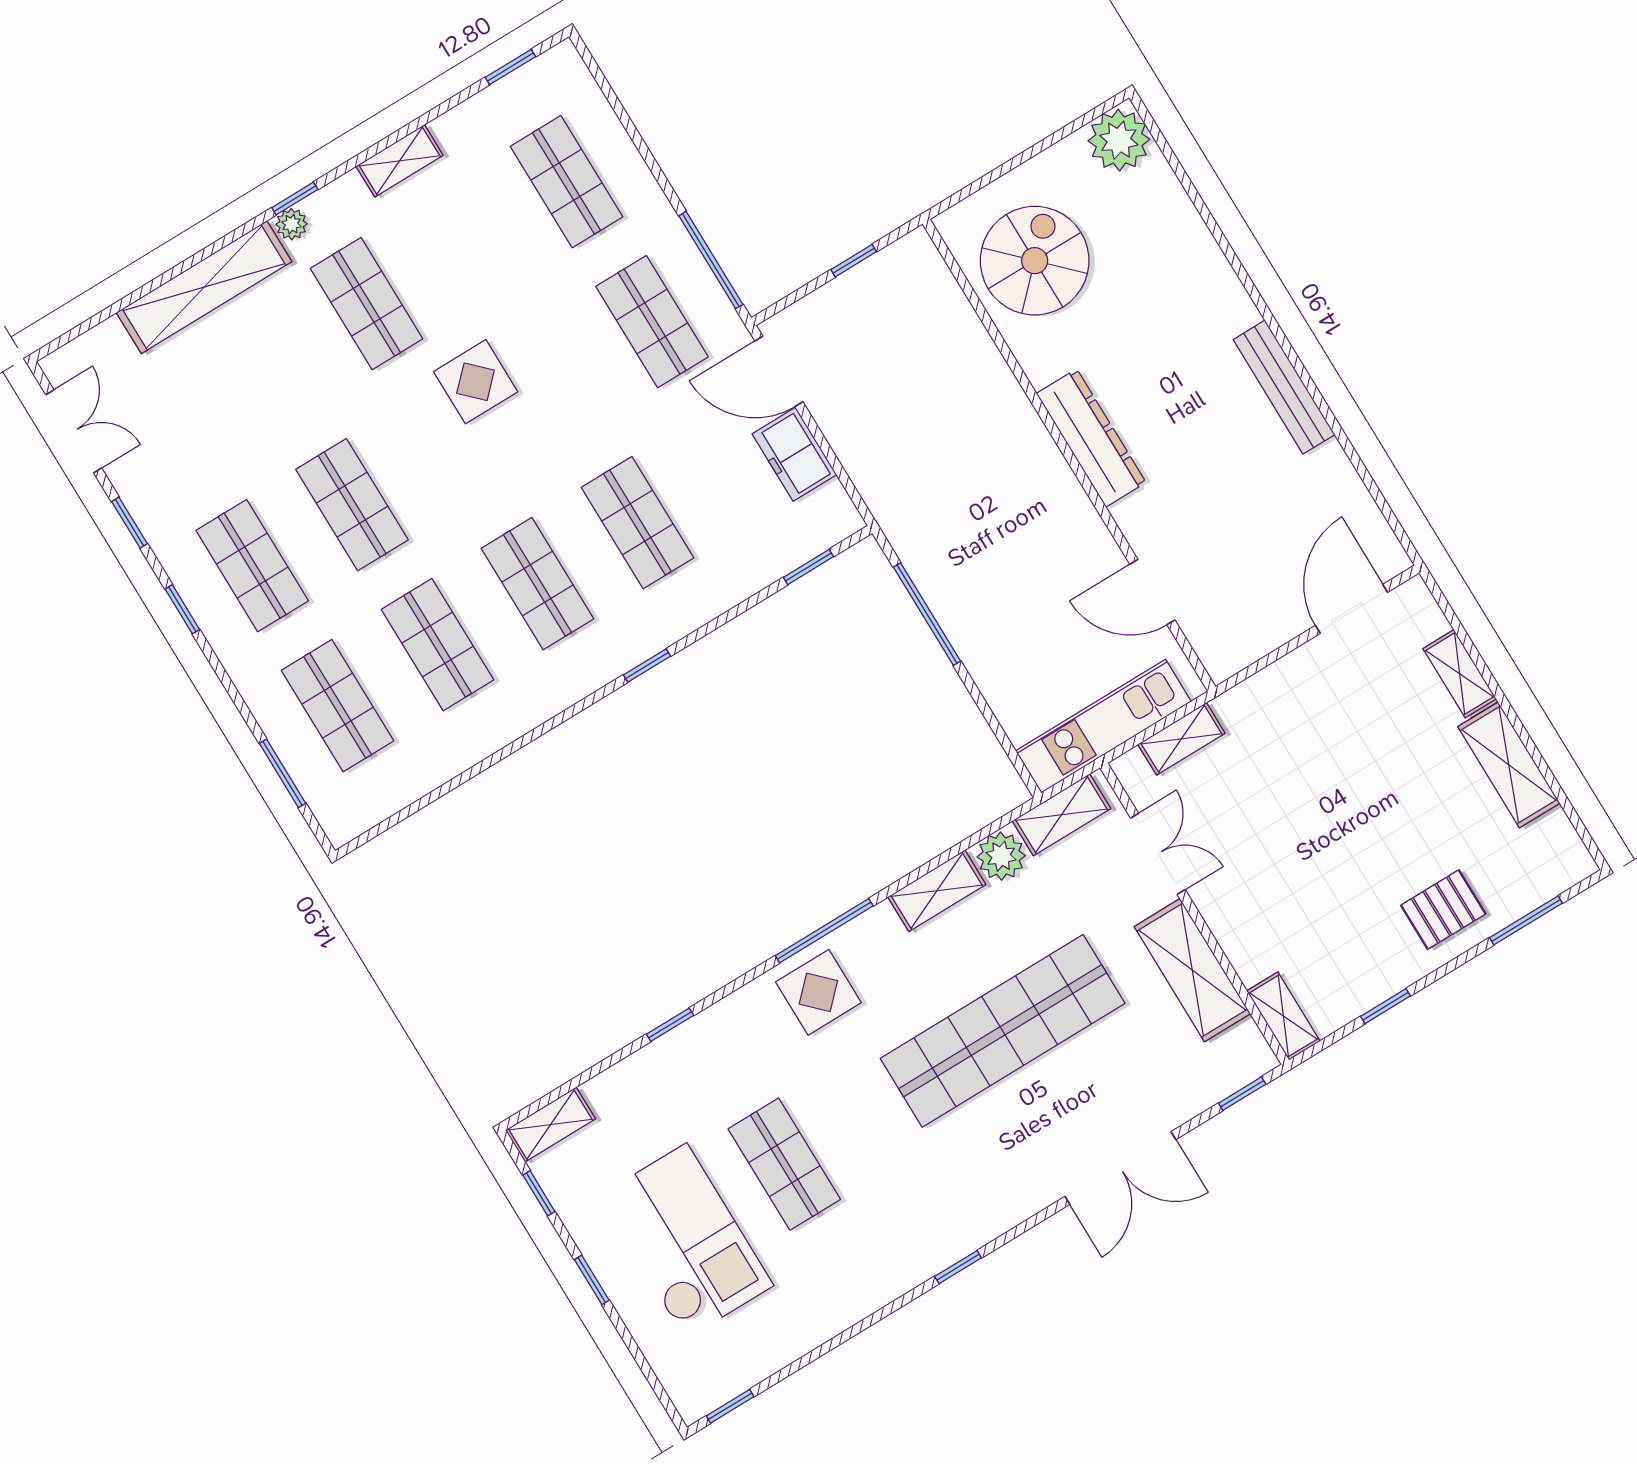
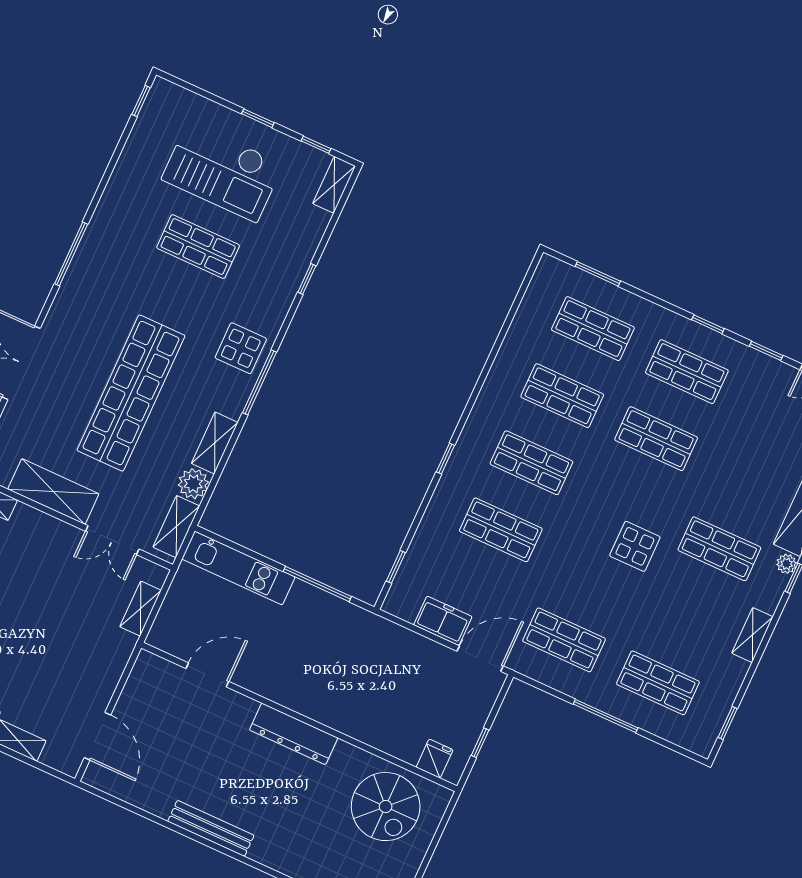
window: (711, 260) -> (606, 716), moved
fridge: (928, 280) -> (435, 759), added
kitchen unit: (1103, 726) -> (238, 568), moved, turned 90
window: (958, 1267) -> (71, 254), width x2.17

